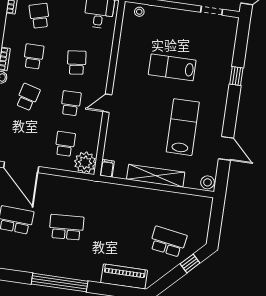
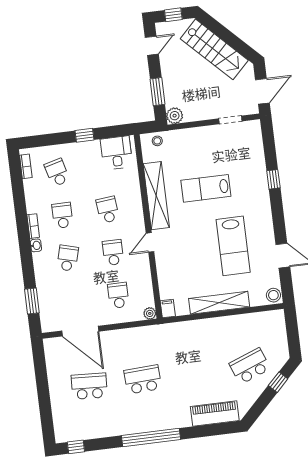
shelving: (125, 62) -> (156, 196), added
lab bench: (183, 127) -> (233, 246), turned 180
plant: (85, 163) -> (150, 313), width x0.53, depth x0.53
school desk: (168, 242) -> (250, 366), turned -30

